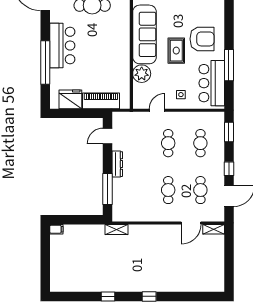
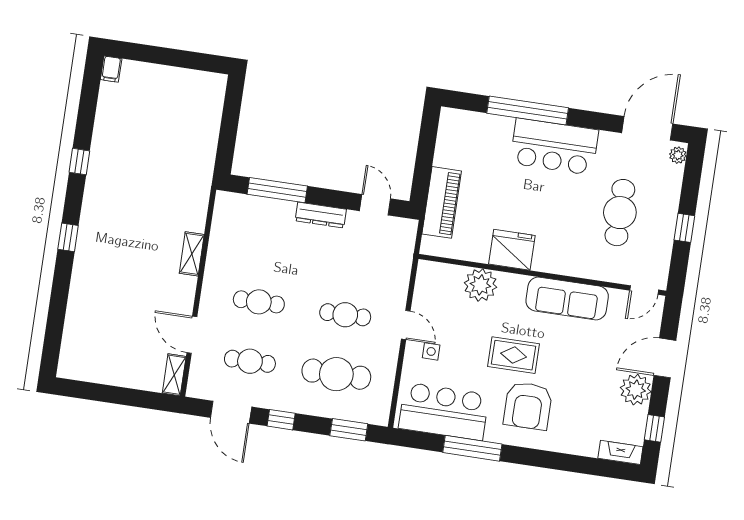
sofa: (144, 34) -> (567, 298), width x0.74, depth x0.79
fridge: (70, 99) -> (512, 250), moved, turned -90
door: (157, 110) -> (406, 325), moved
cafe table: (200, 143) -> (336, 374), width x1.37, depth x1.35
filing cabinet: (56, 229) -> (111, 69), moved
shelving: (116, 229) -> (192, 254), moved

